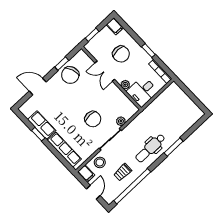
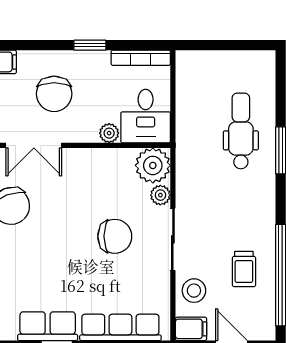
chair: (121, 54) -> (54, 94), turned 90
double door: (105, 71) -> (34, 145), moved
plant: (128, 109) -> (153, 165), added
dental chair: (150, 148) -> (241, 131), moved, turned 180

